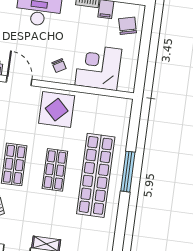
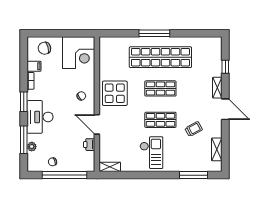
corner desk: (98, 67) -> (79, 53), moved, turned -90
door: (19, 81) -> (97, 124), hinge flipped

